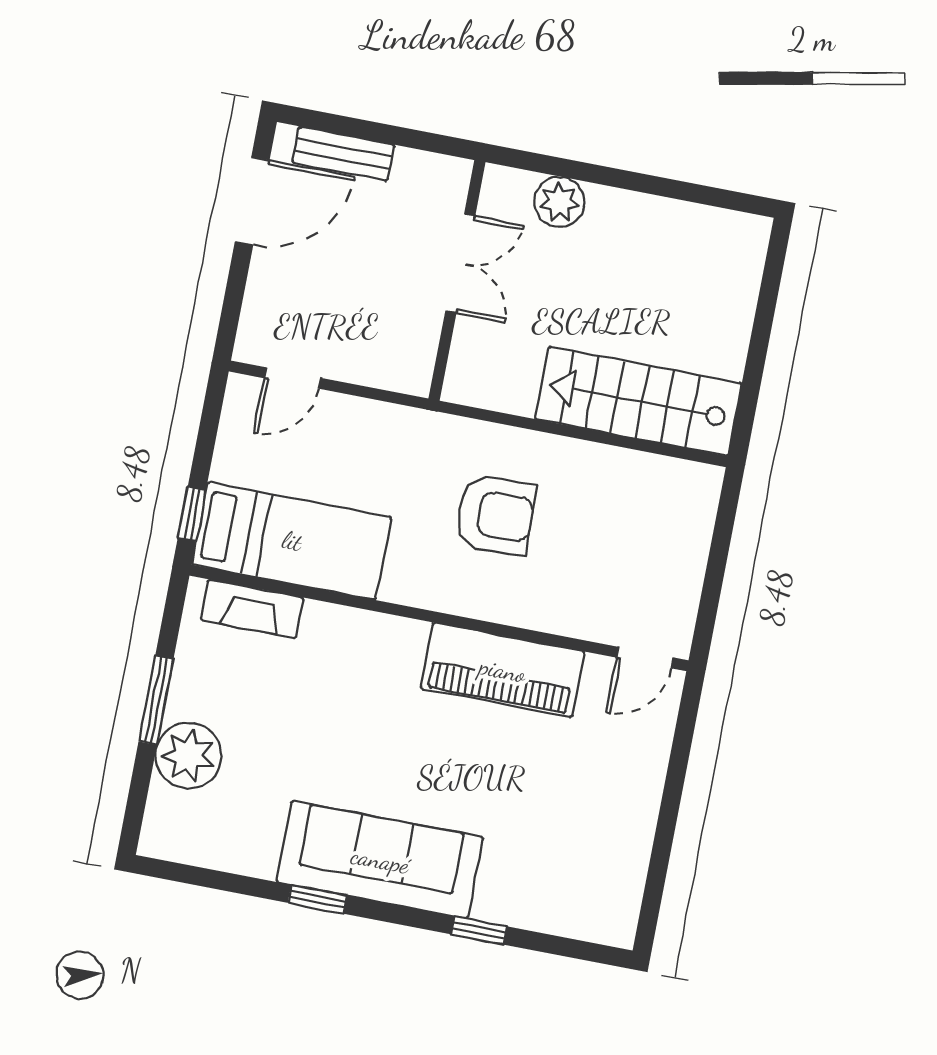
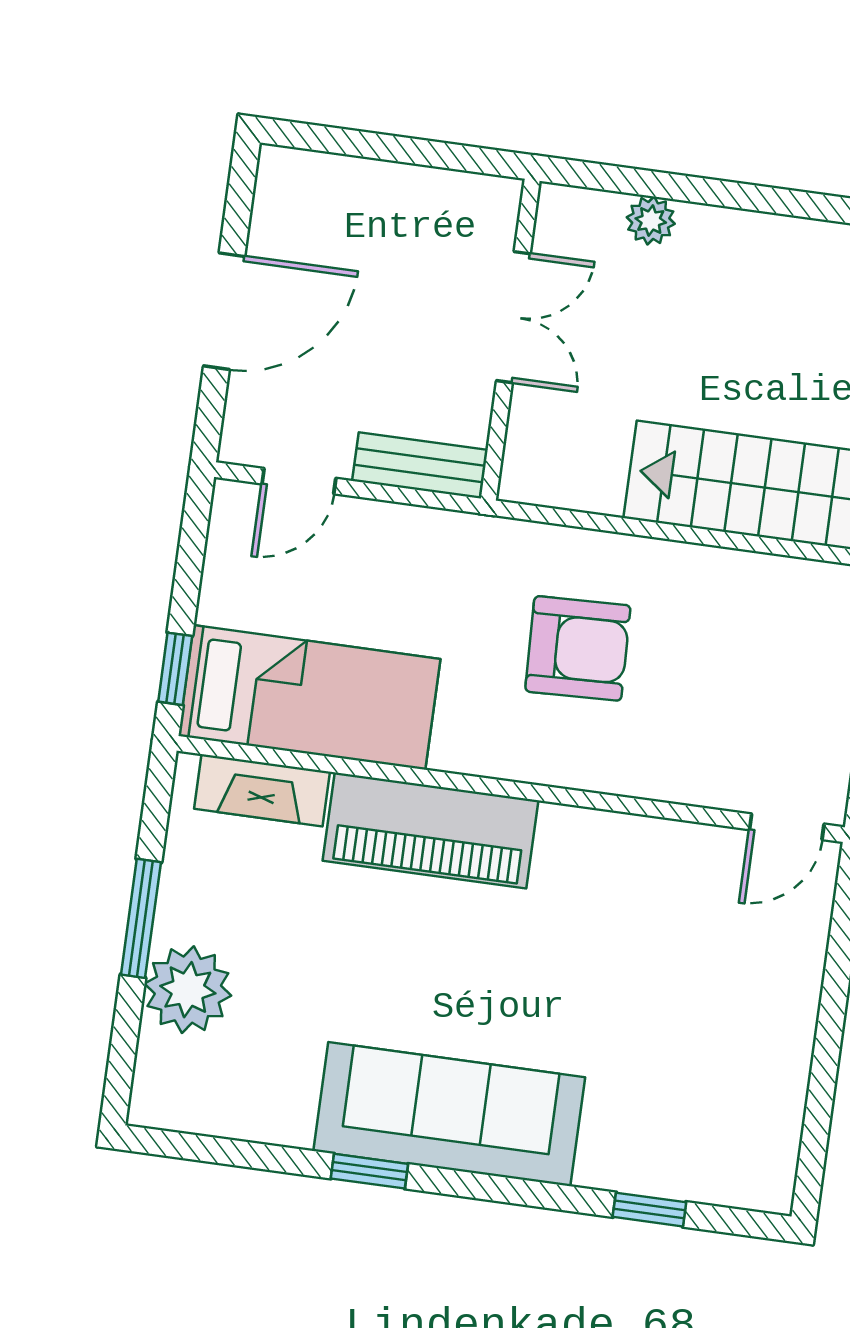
bench: (343, 154) -> (419, 465), moved
door: (252, 201) -> (224, 311), moved
plant: (559, 202) -> (651, 220), width x0.73, depth x0.73
piano: (503, 670) -> (431, 830), moved
window: (479, 930) -> (649, 1210), moved

